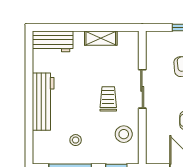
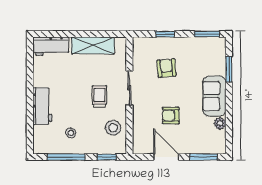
shelving: (101, 38) -> (93, 45), width x1.50, depth x1.33
workbench: (43, 102) -> (42, 106), width x0.73

